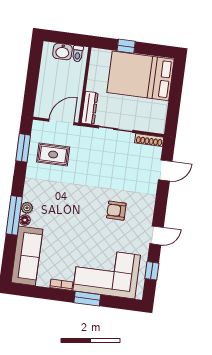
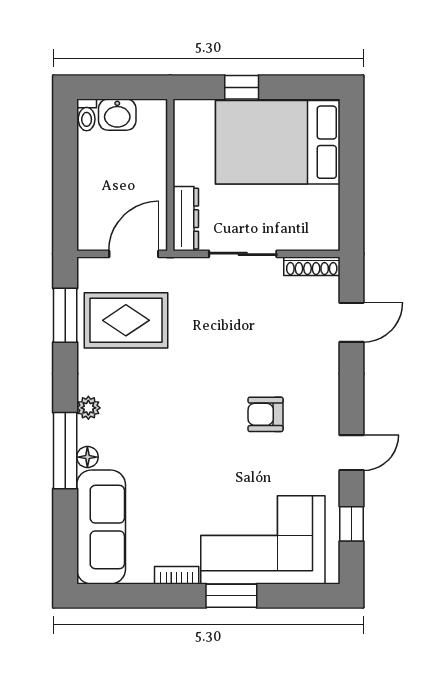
toilet: (78, 54) -> (87, 115), moved
rug: (53, 155) -> (126, 320), width x1.36, depth x1.43
plant: (27, 208) -> (88, 408), moved

